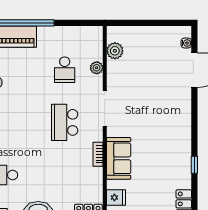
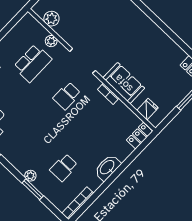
school desk: (65, 70) -> (33, 63), width x1.85
school desk: (65, 122) -> (67, 96), width x0.54
window: (194, 165) -> (175, 38), removed

